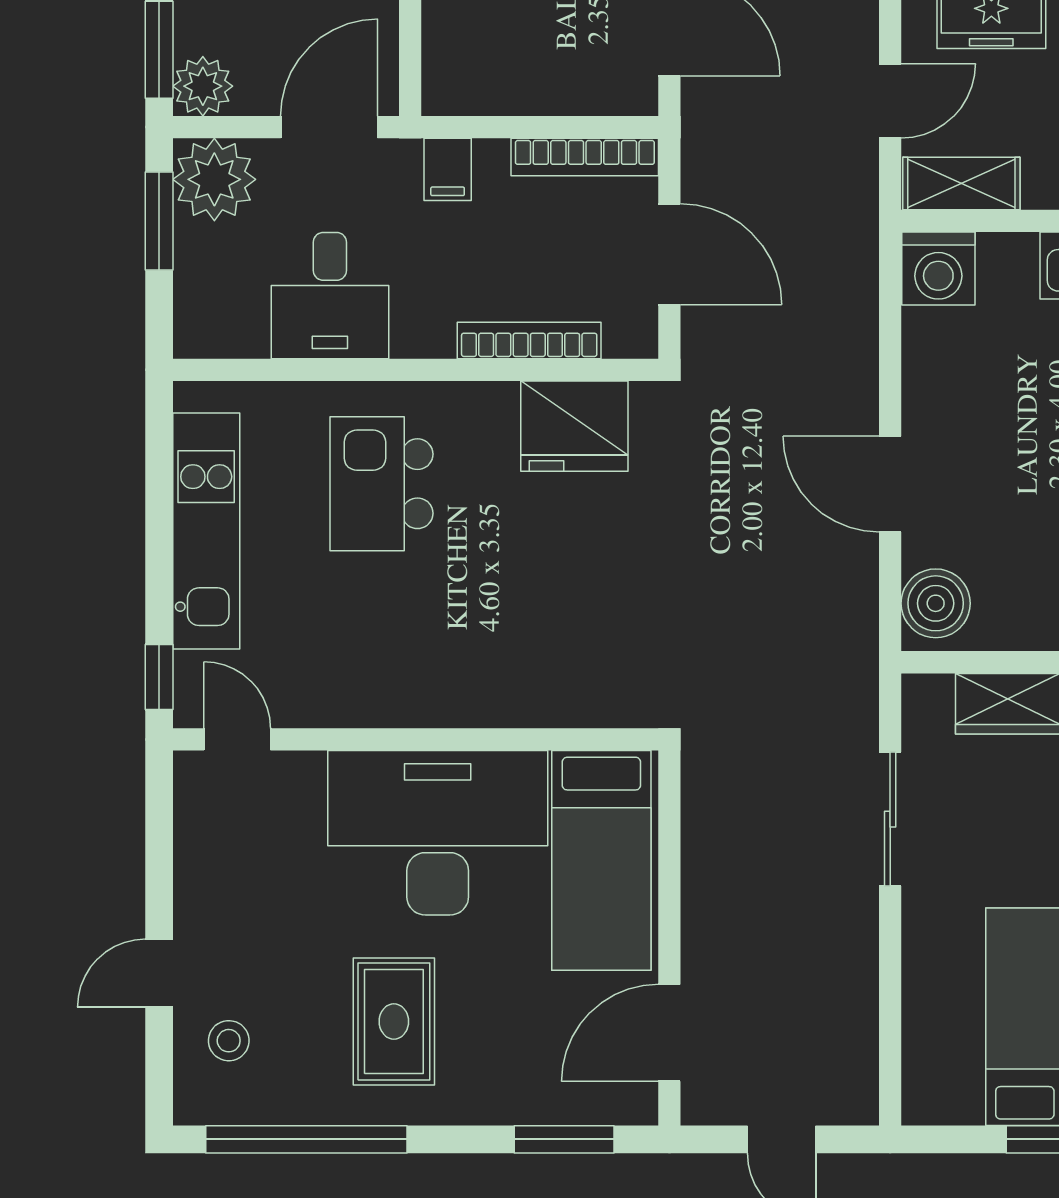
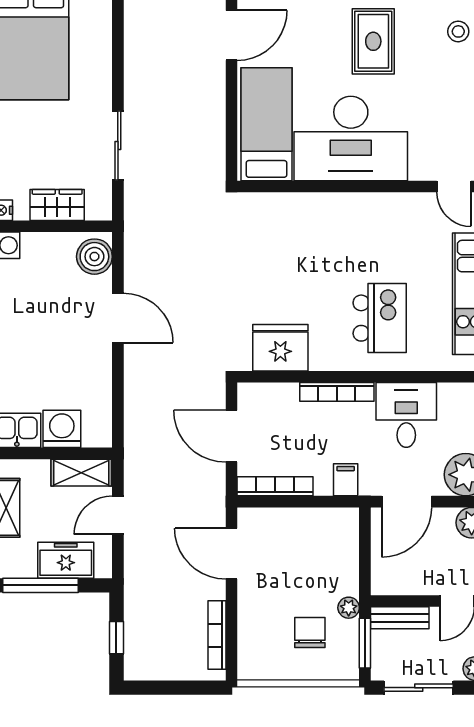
washing machine: (938, 268) -> (62, 429), moved
bookcase: (529, 340) -> (337, 392), moved

